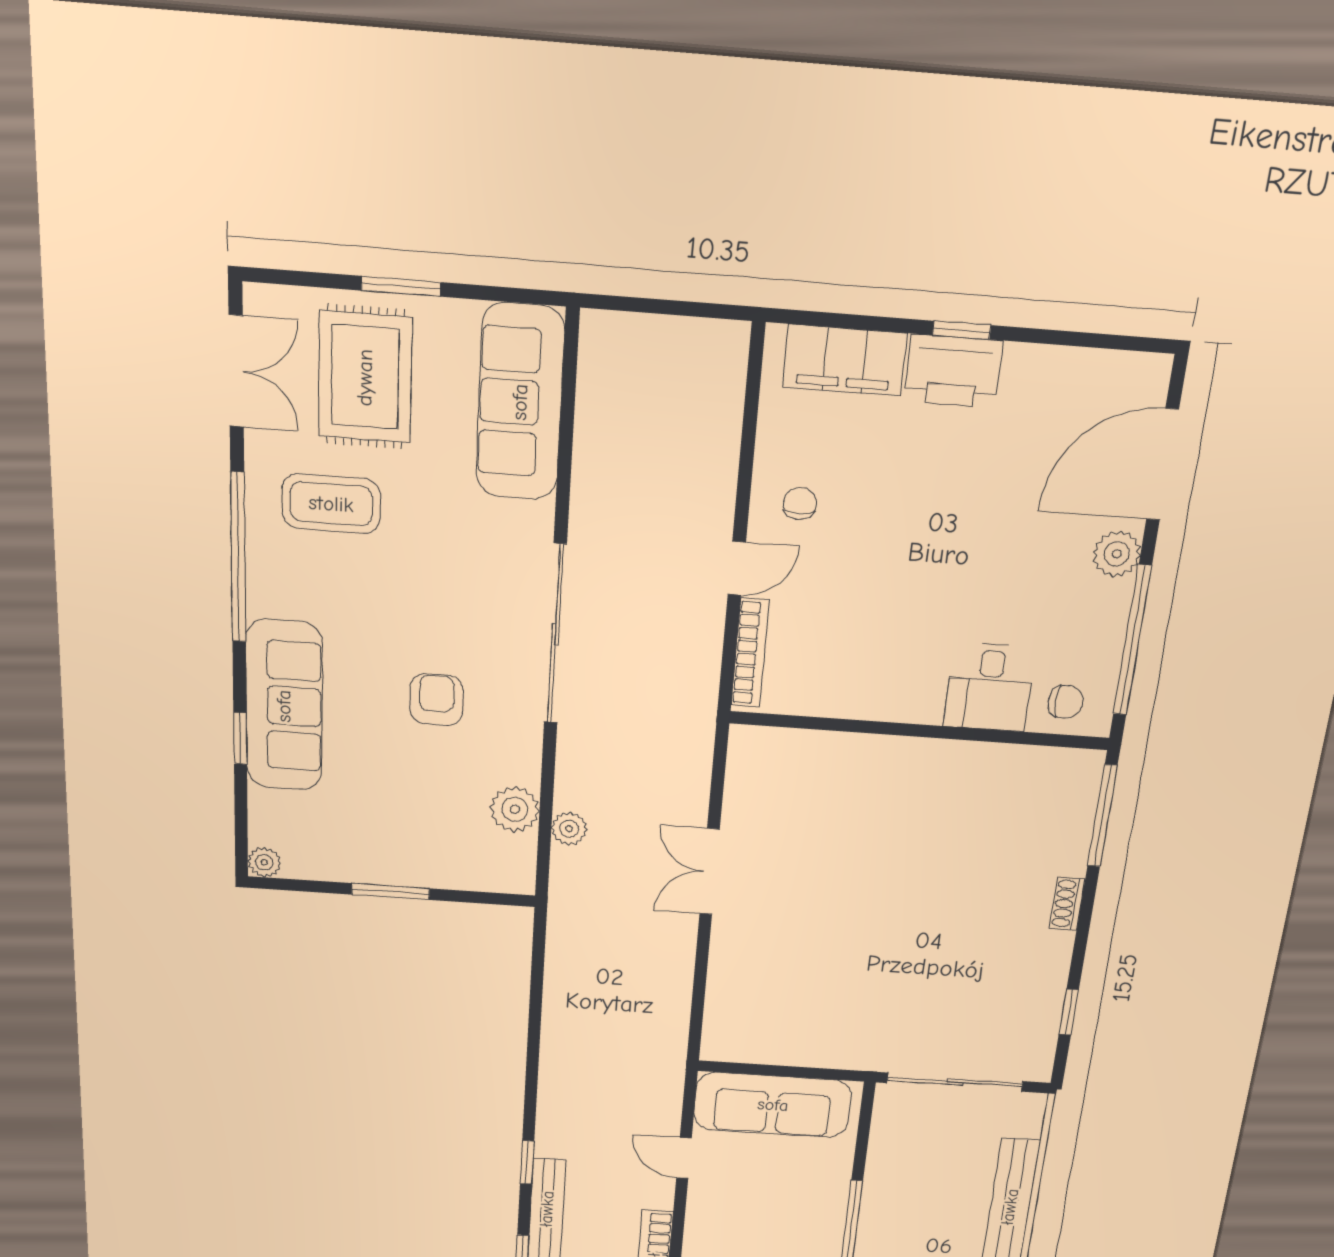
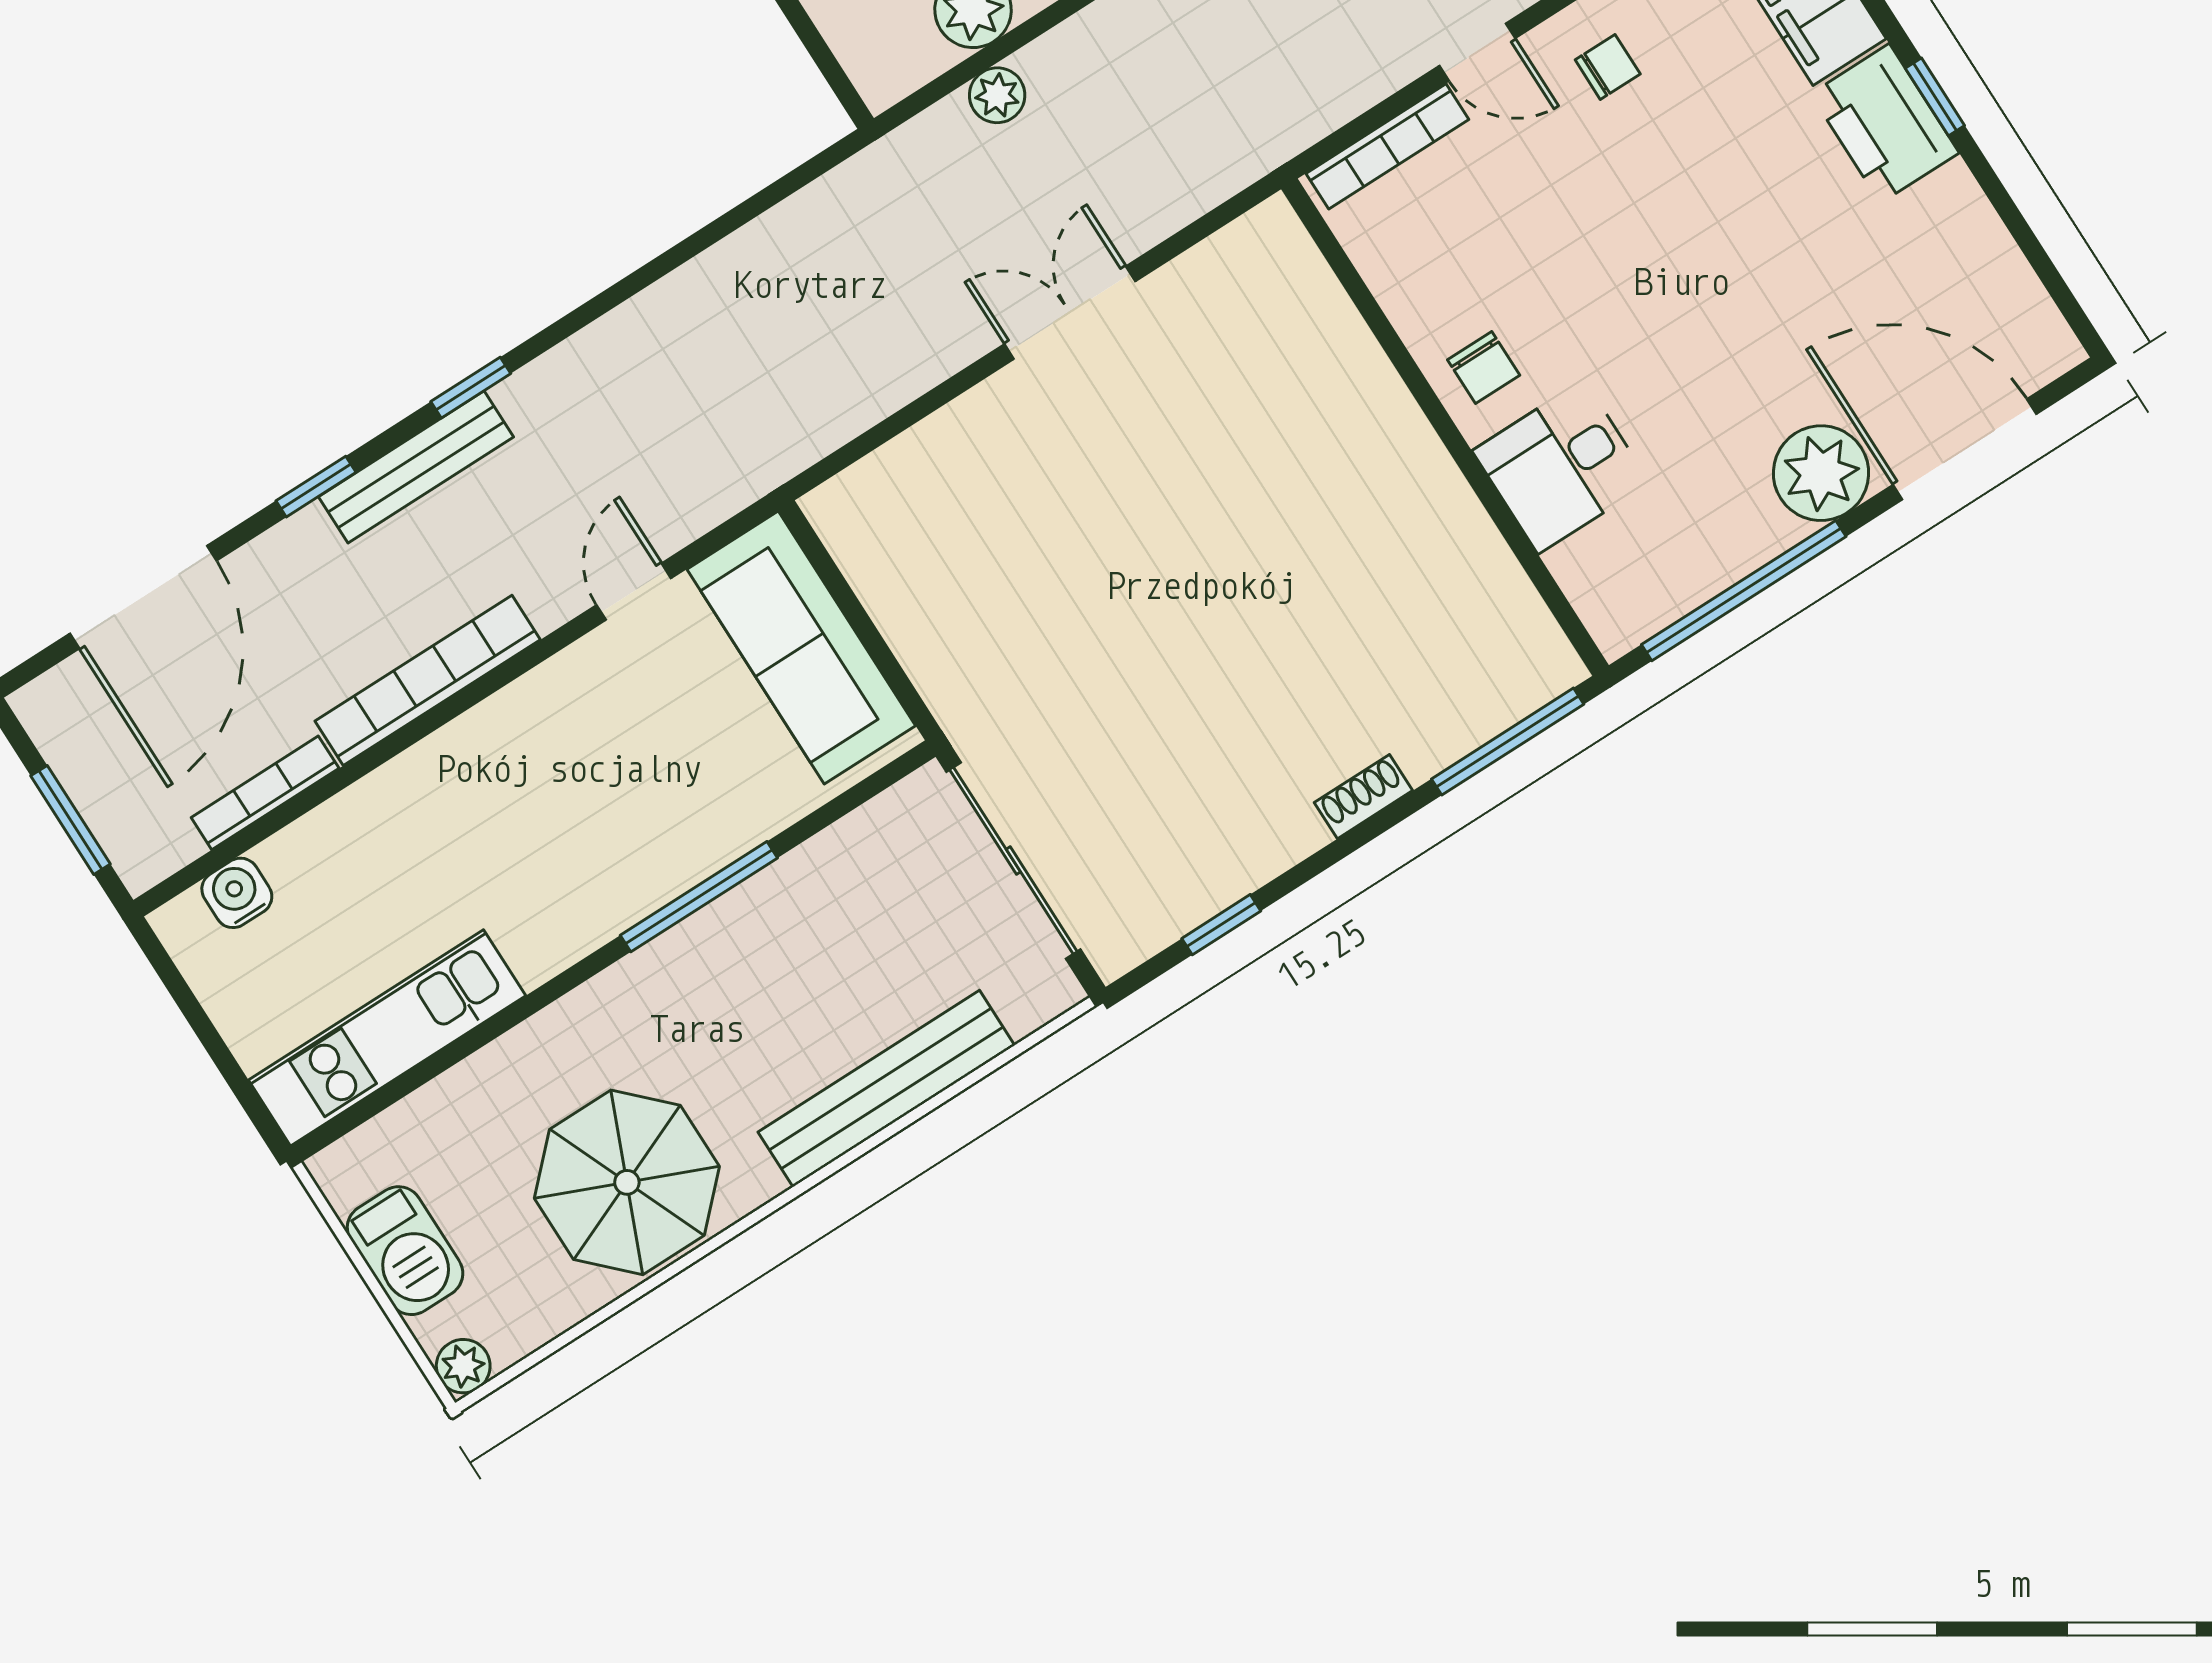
plant: (1117, 554) -> (1821, 473), width x1.36, depth x1.36
chair: (1065, 702) -> (1484, 368), moved

